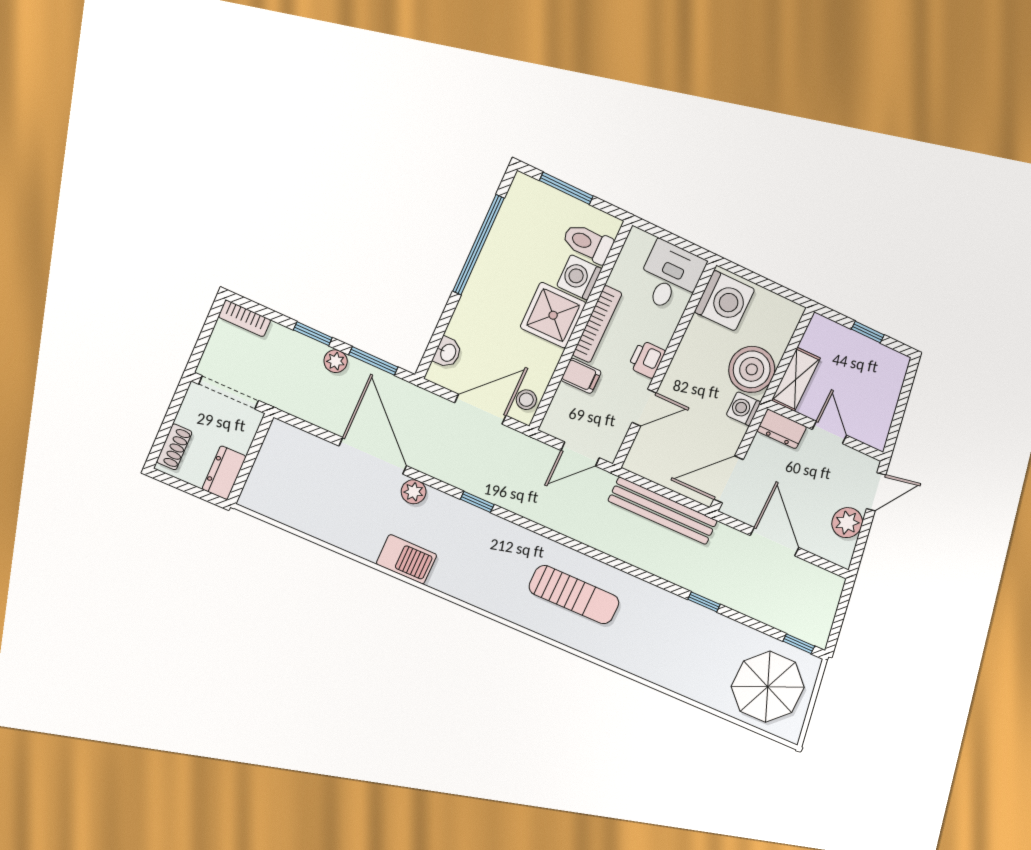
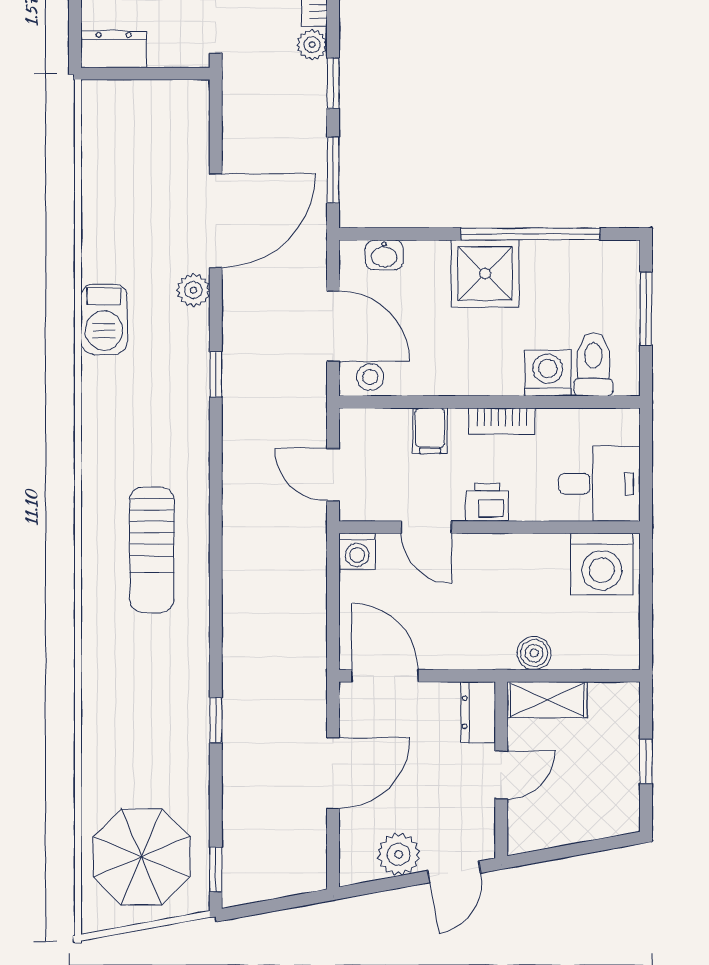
shower: (553, 315) -> (485, 274), moved
bookcase: (597, 324) -> (502, 421), width x0.64
plant: (336, 361) -> (312, 45), moved
boiler: (752, 369) -> (534, 653), width x0.54, depth x0.54
washing machine: (743, 409) -> (357, 551), moved, turned 180
door: (876, 492) -> (454, 872), hinge flipped
bench: (663, 511) -> (308, 612), removed

